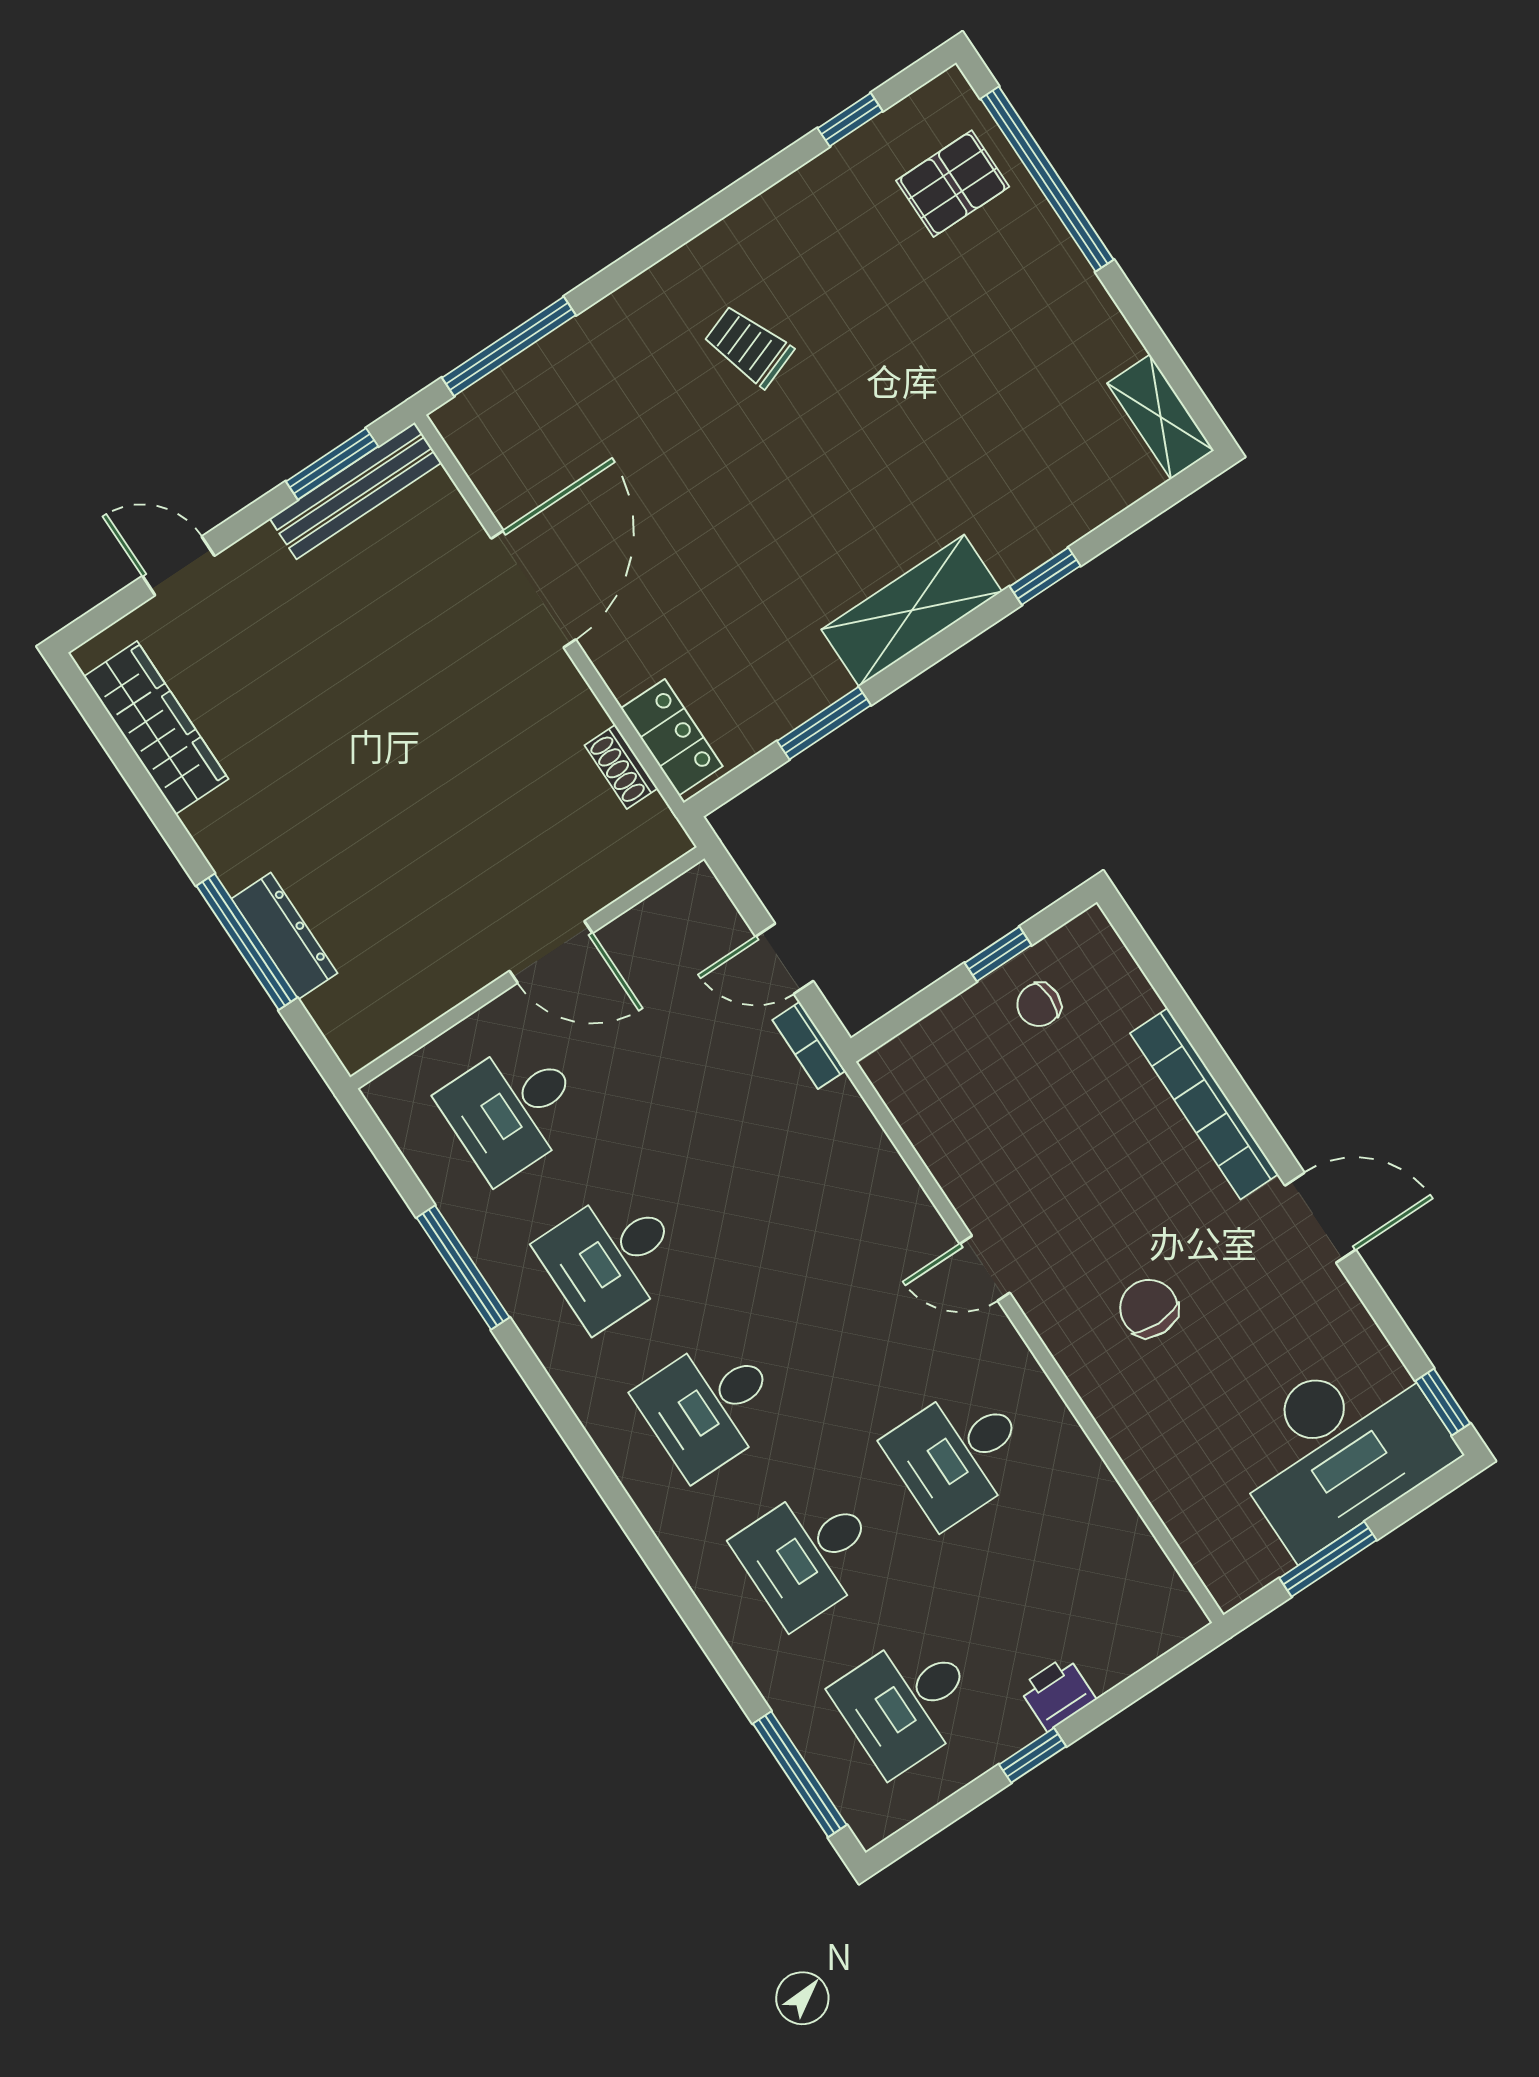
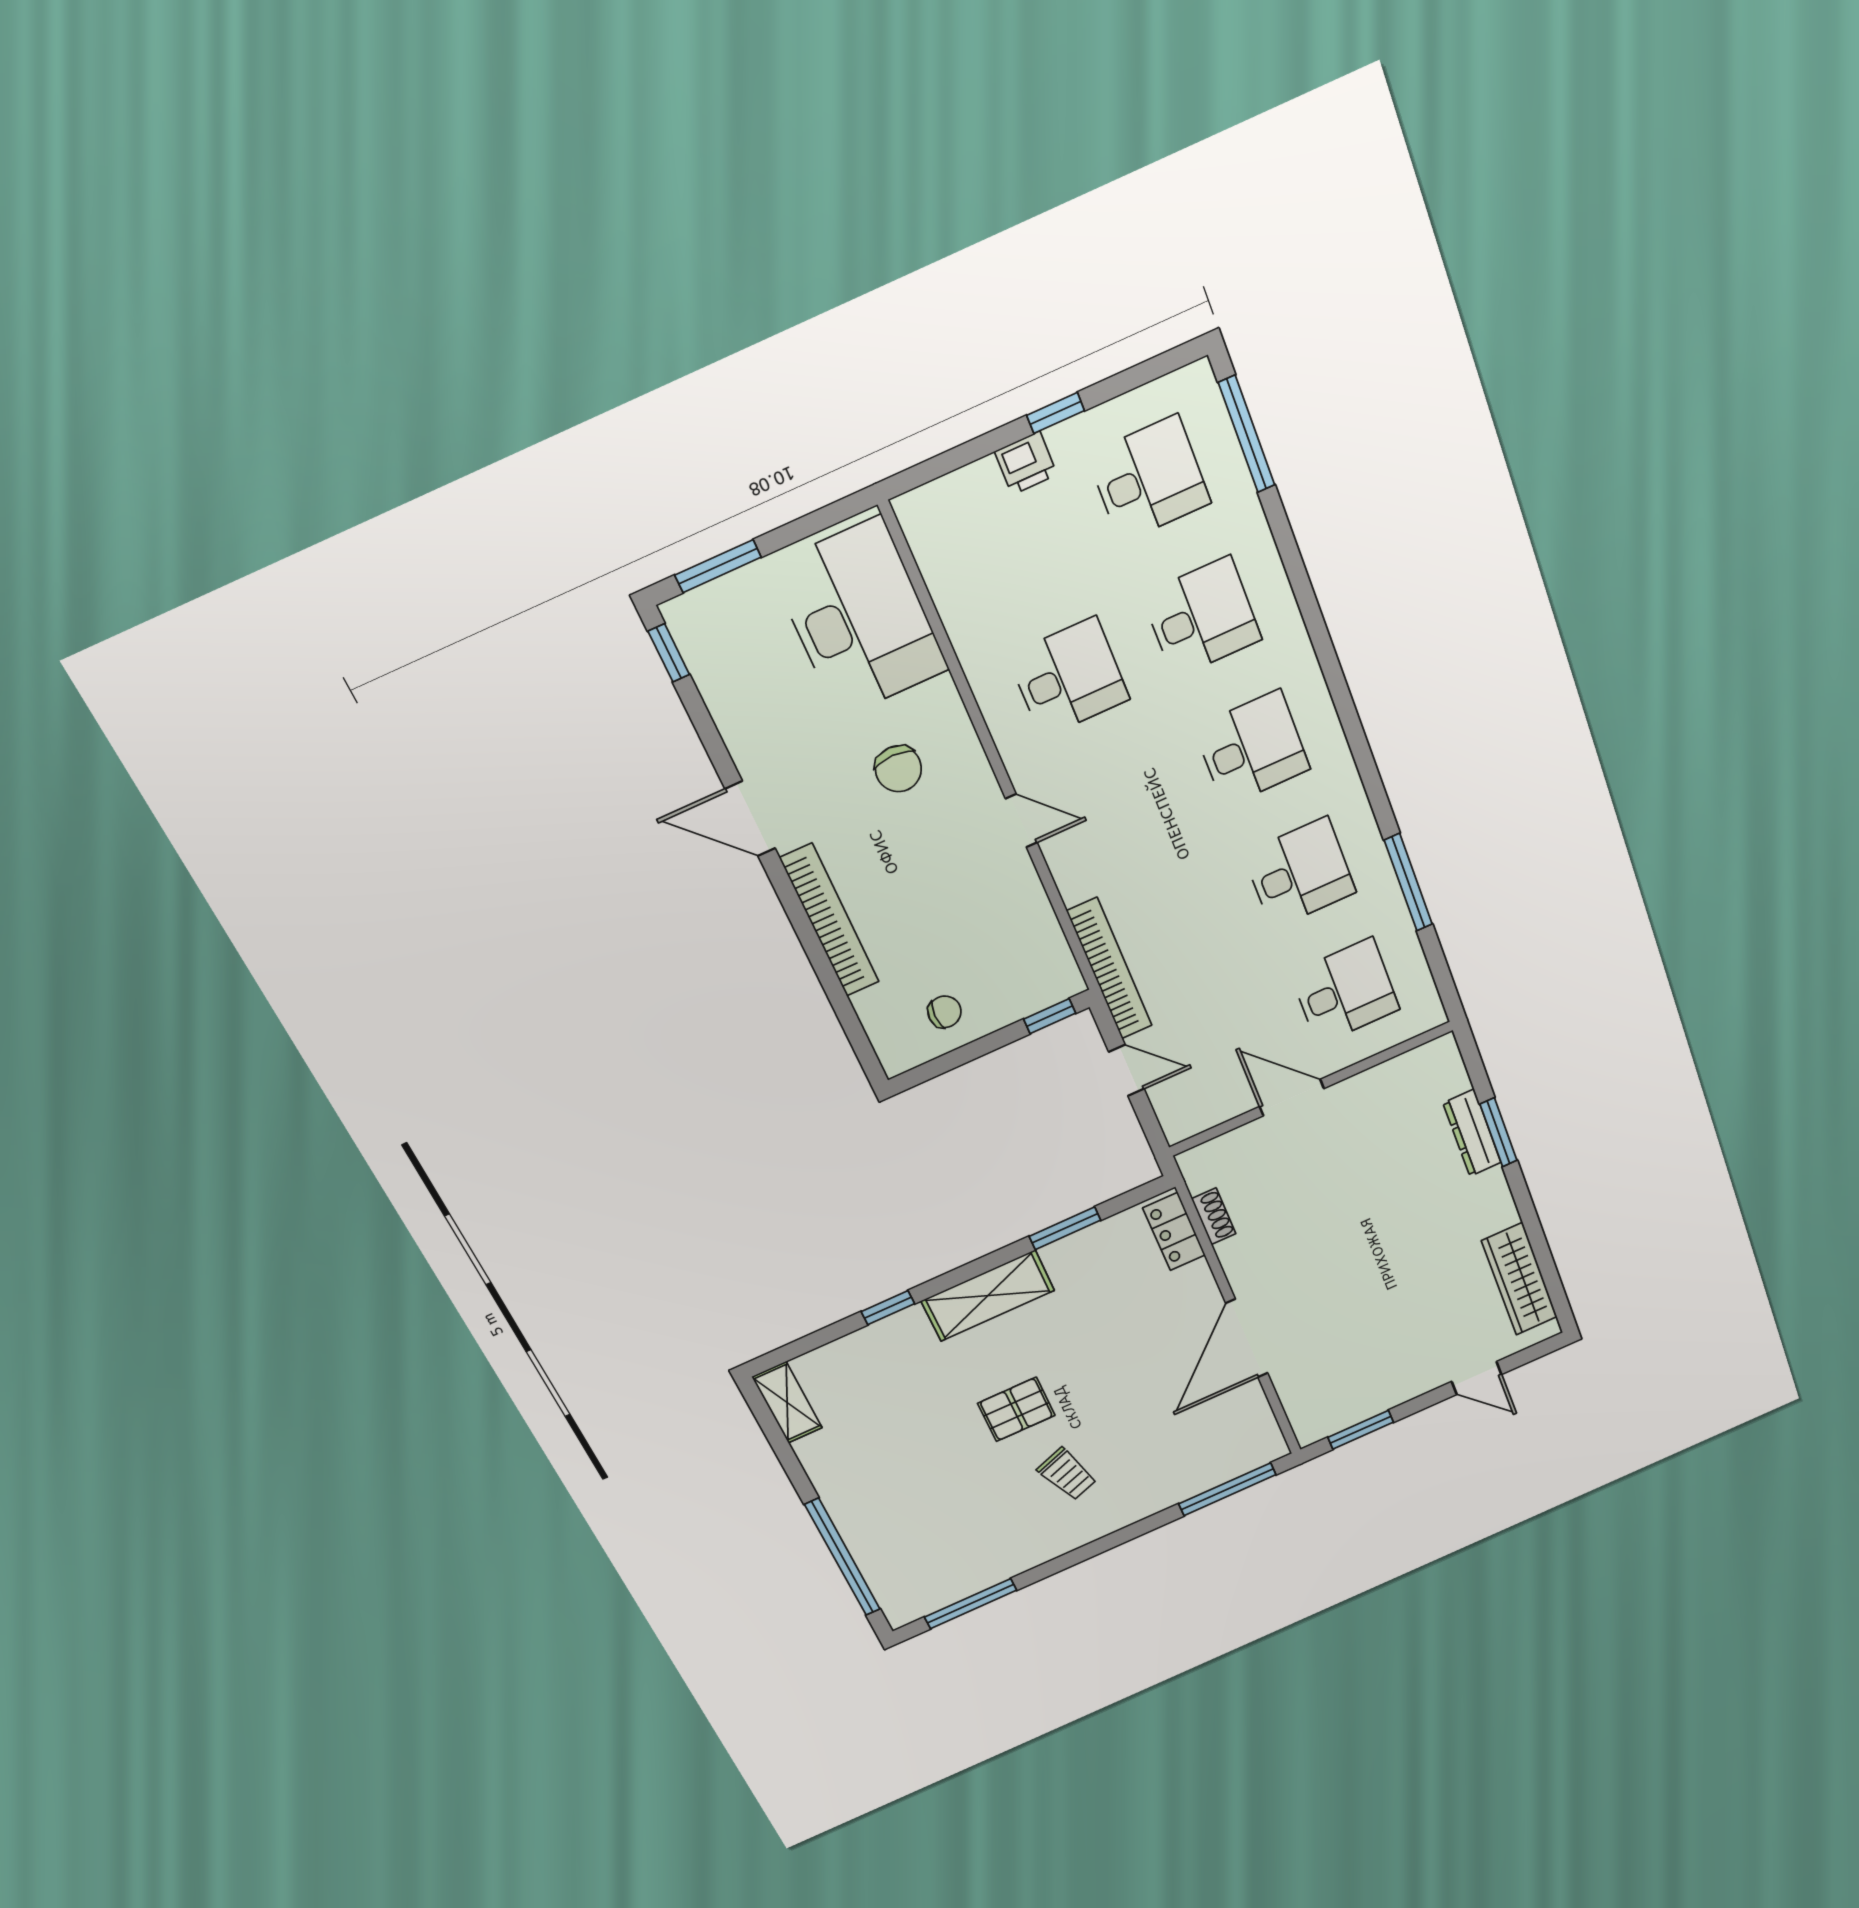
window: (850, 120) -> (971, 1604), width x2.17
pallet: (953, 184) -> (1016, 1409), moved
bench: (356, 491) -> (1350, 1412), removed
window: (247, 942) -> (1499, 1132), width x0.69
window: (998, 954) -> (1050, 1016), moved
bookcase: (809, 1045) -> (1110, 969), width x2.31, depth x1.31
desk: (1340, 1448) -> (860, 618), moved, turned 90
window: (1328, 1559) -> (718, 566), moved

